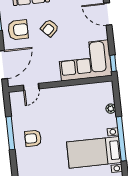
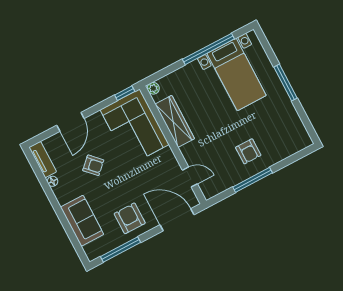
armchair: (50, 28) -> (93, 165), moved
wardrobe: (77, 92) -> (175, 121), added
plant: (111, 109) -> (153, 88), moved

